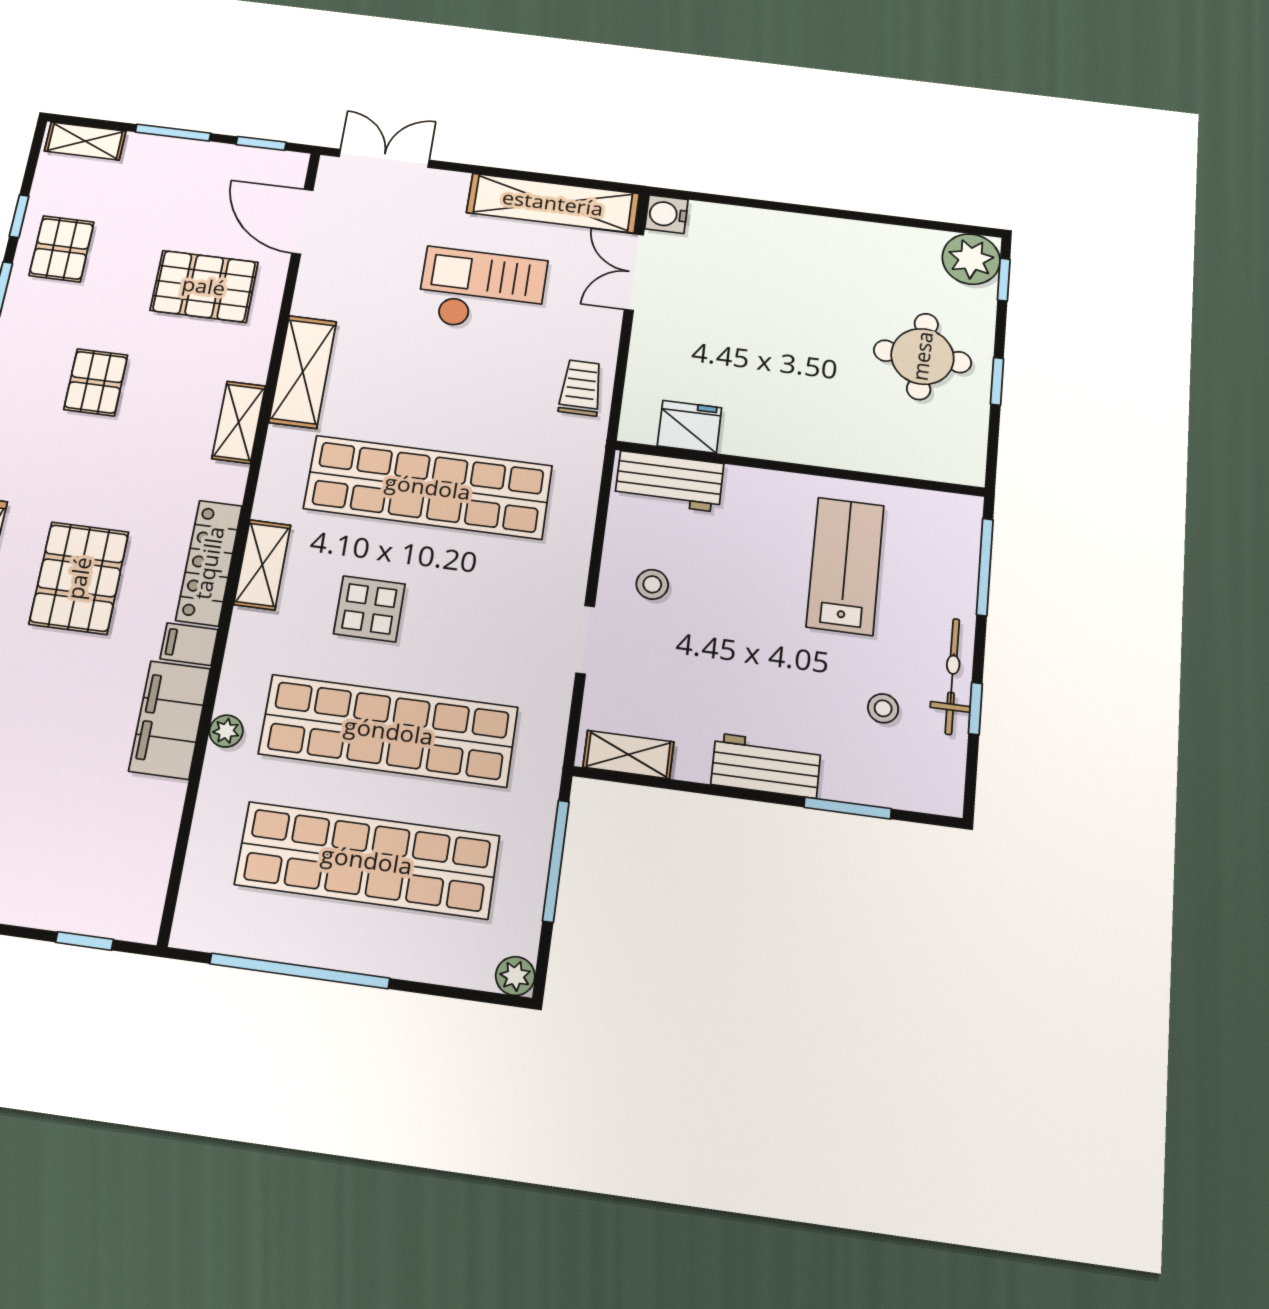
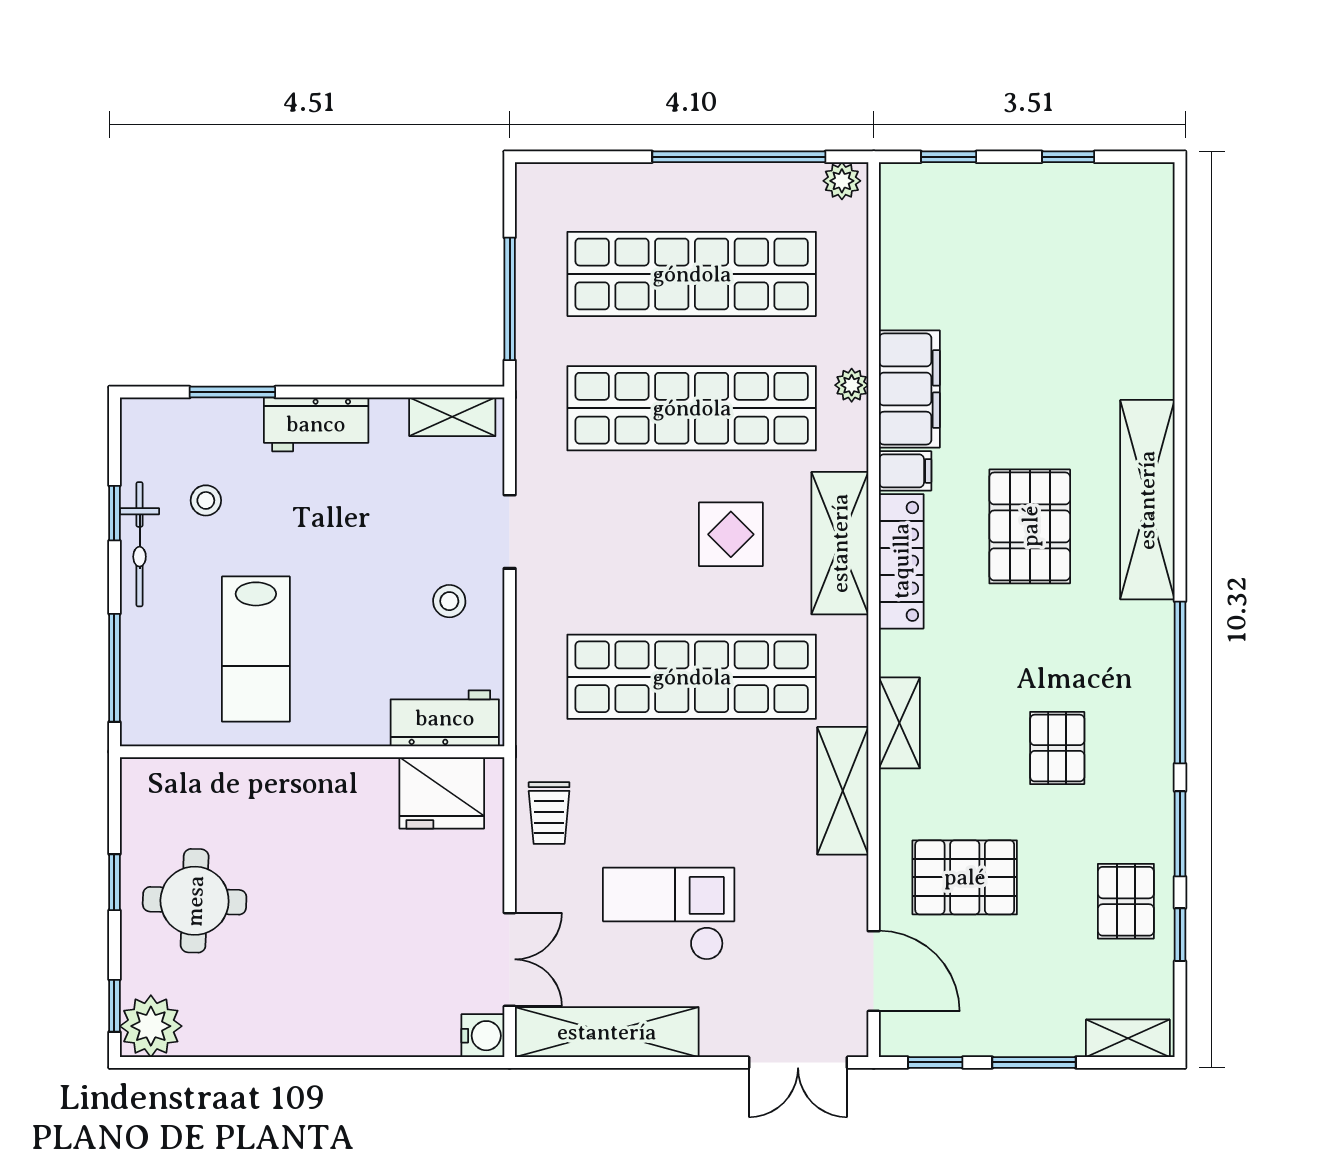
checkout: (482, 291) -> (669, 914), turned 180
fridge: (690, 427) -> (442, 793), width x1.36, depth x1.34
shelving: (262, 565) -> (840, 543), width x1.50, depth x1.33
plant: (515, 976) -> (842, 181), moved

